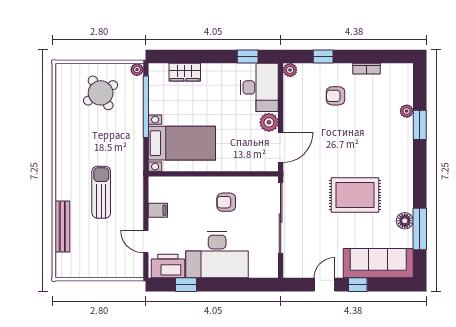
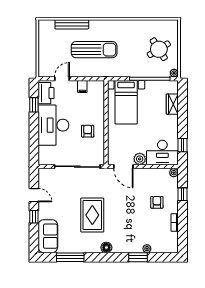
sun lounger: (101, 192) -> (94, 50), width x1.36, depth x1.34
floor lamp: (405, 221) -> (106, 247), moved
sofa: (378, 263) -> (48, 236), width x0.73

